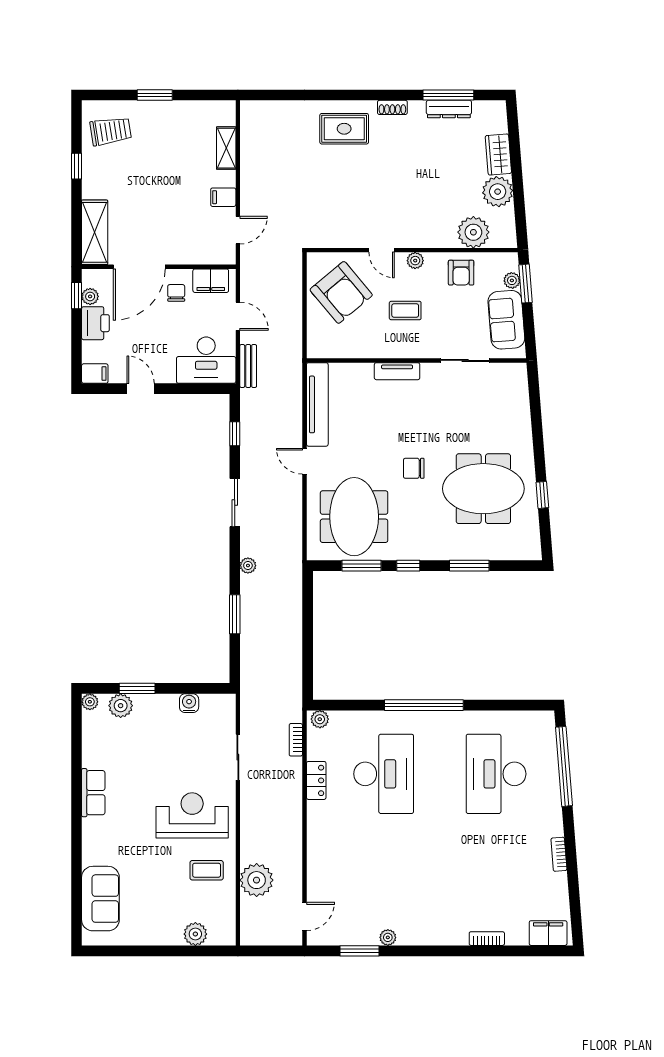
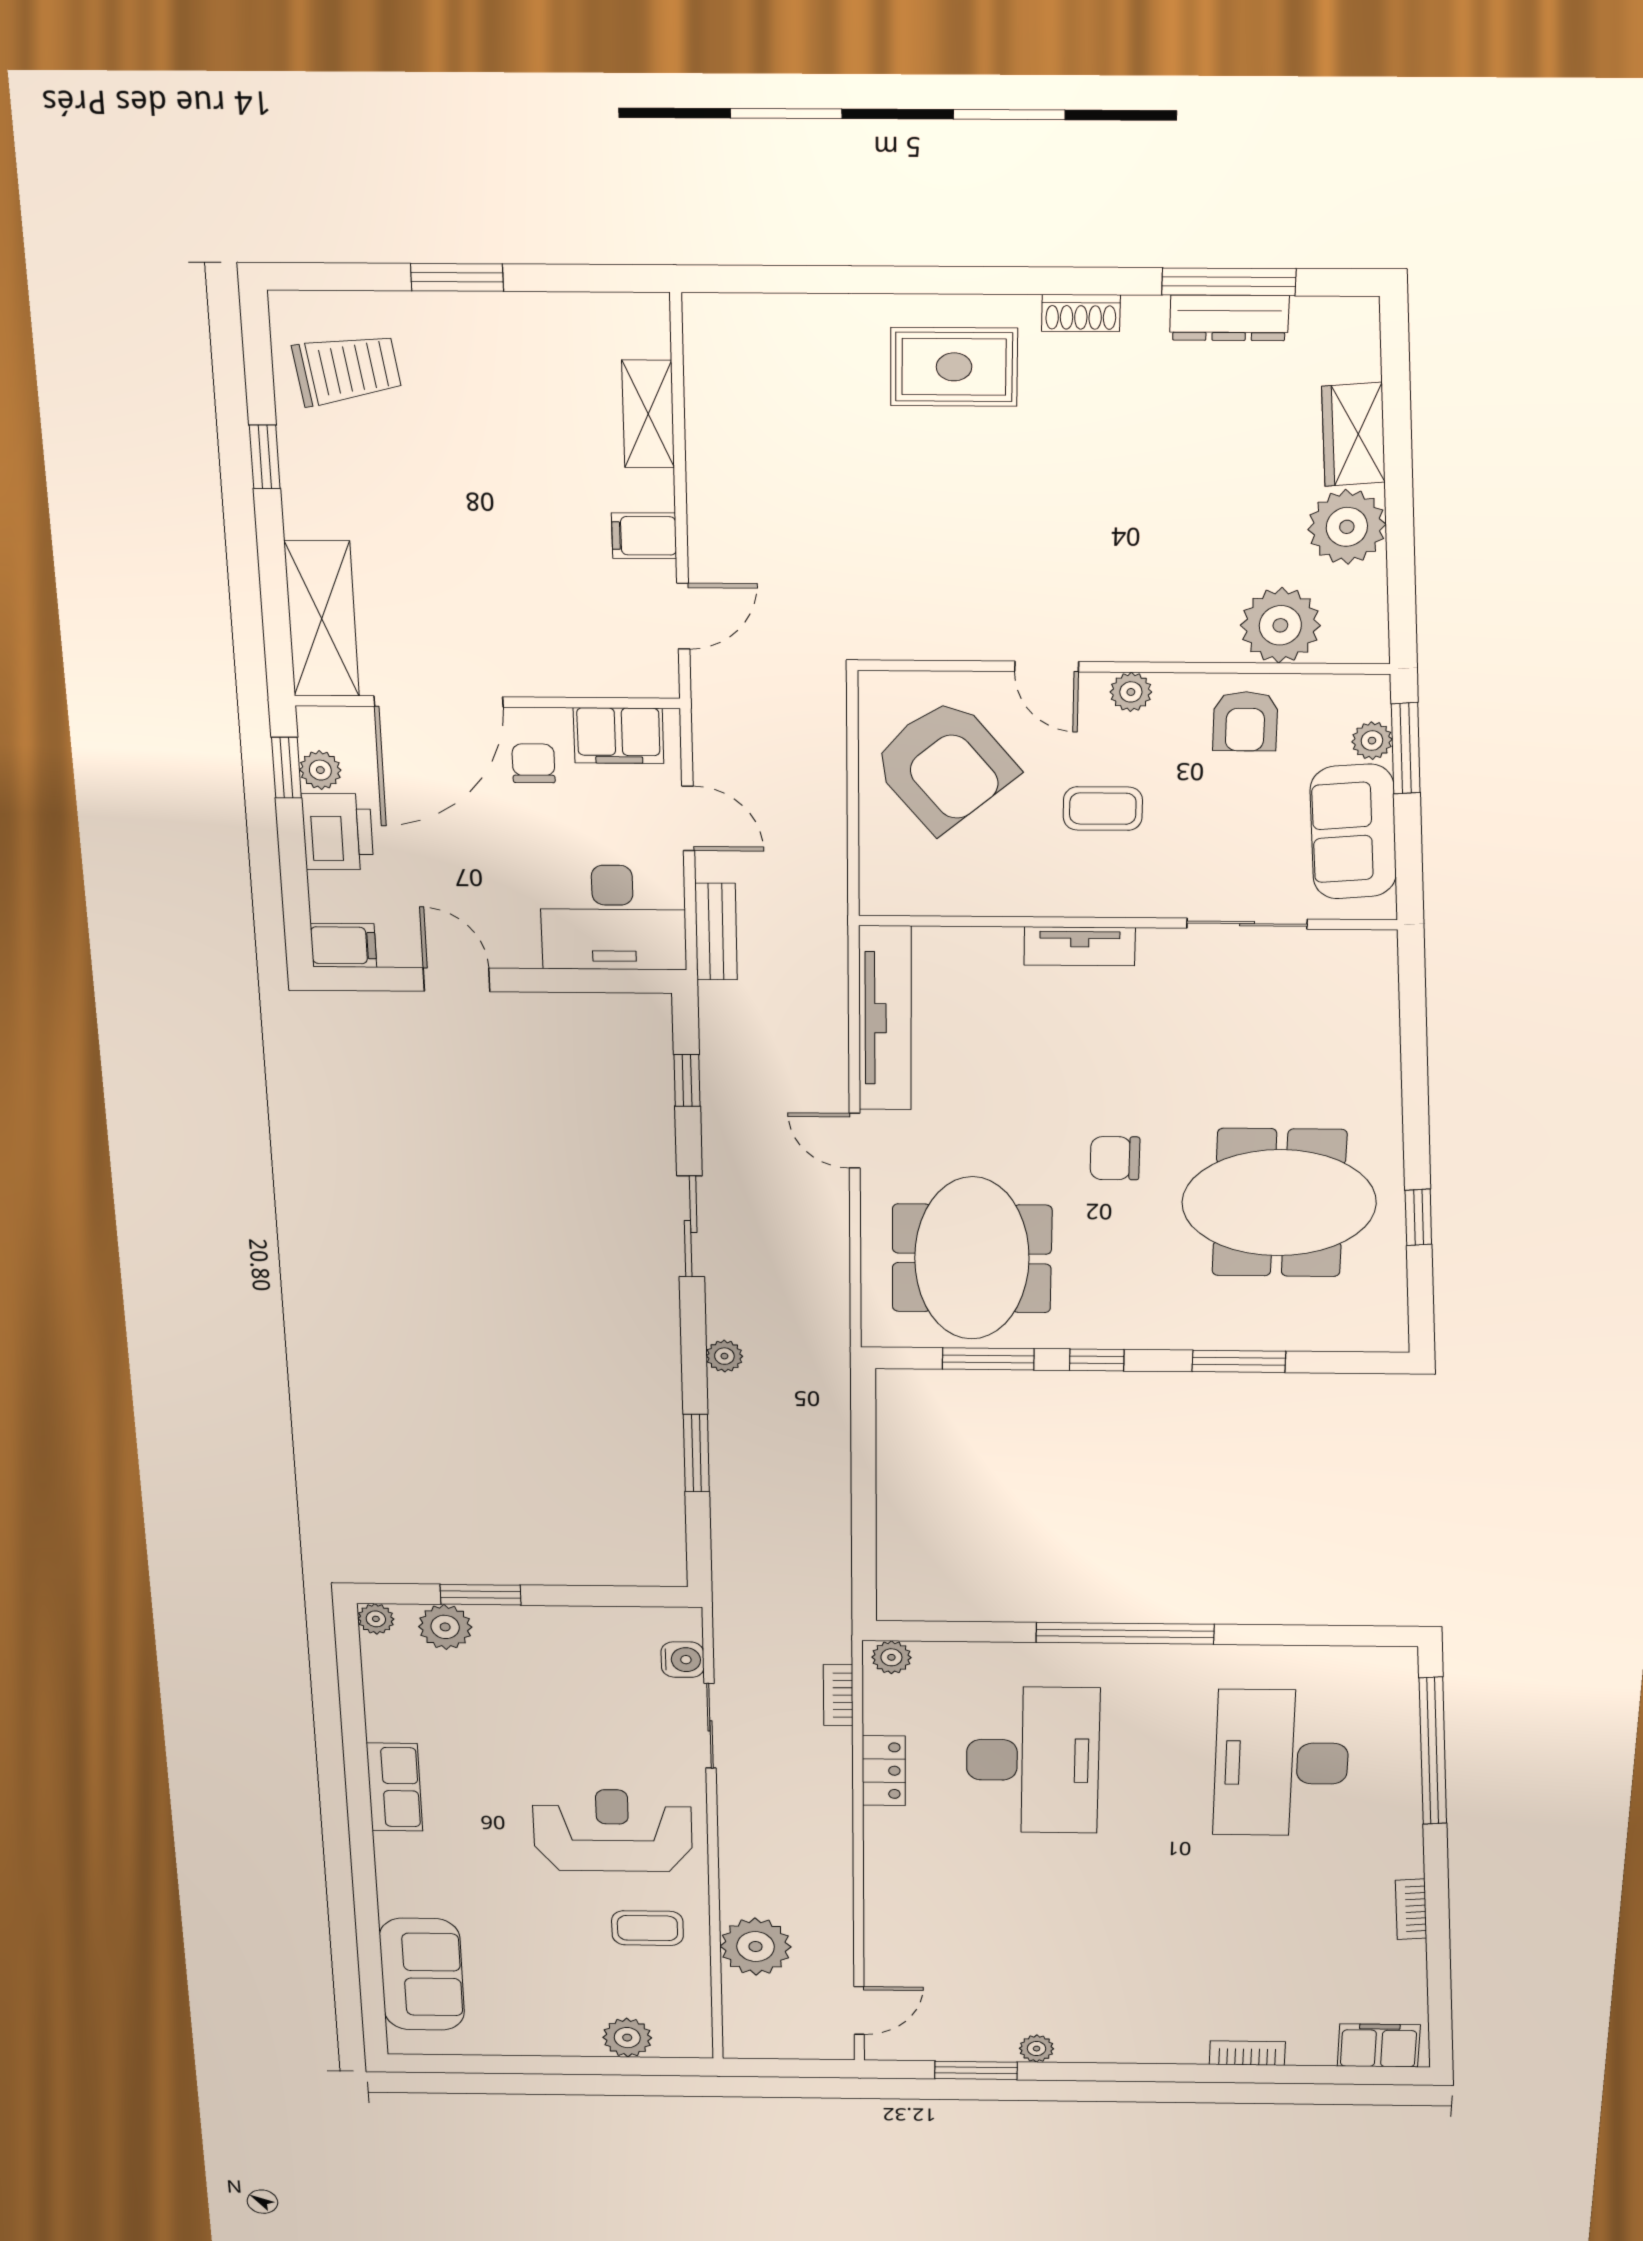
water cooler: (189, 703) -> (683, 1660), moved, turned 90

